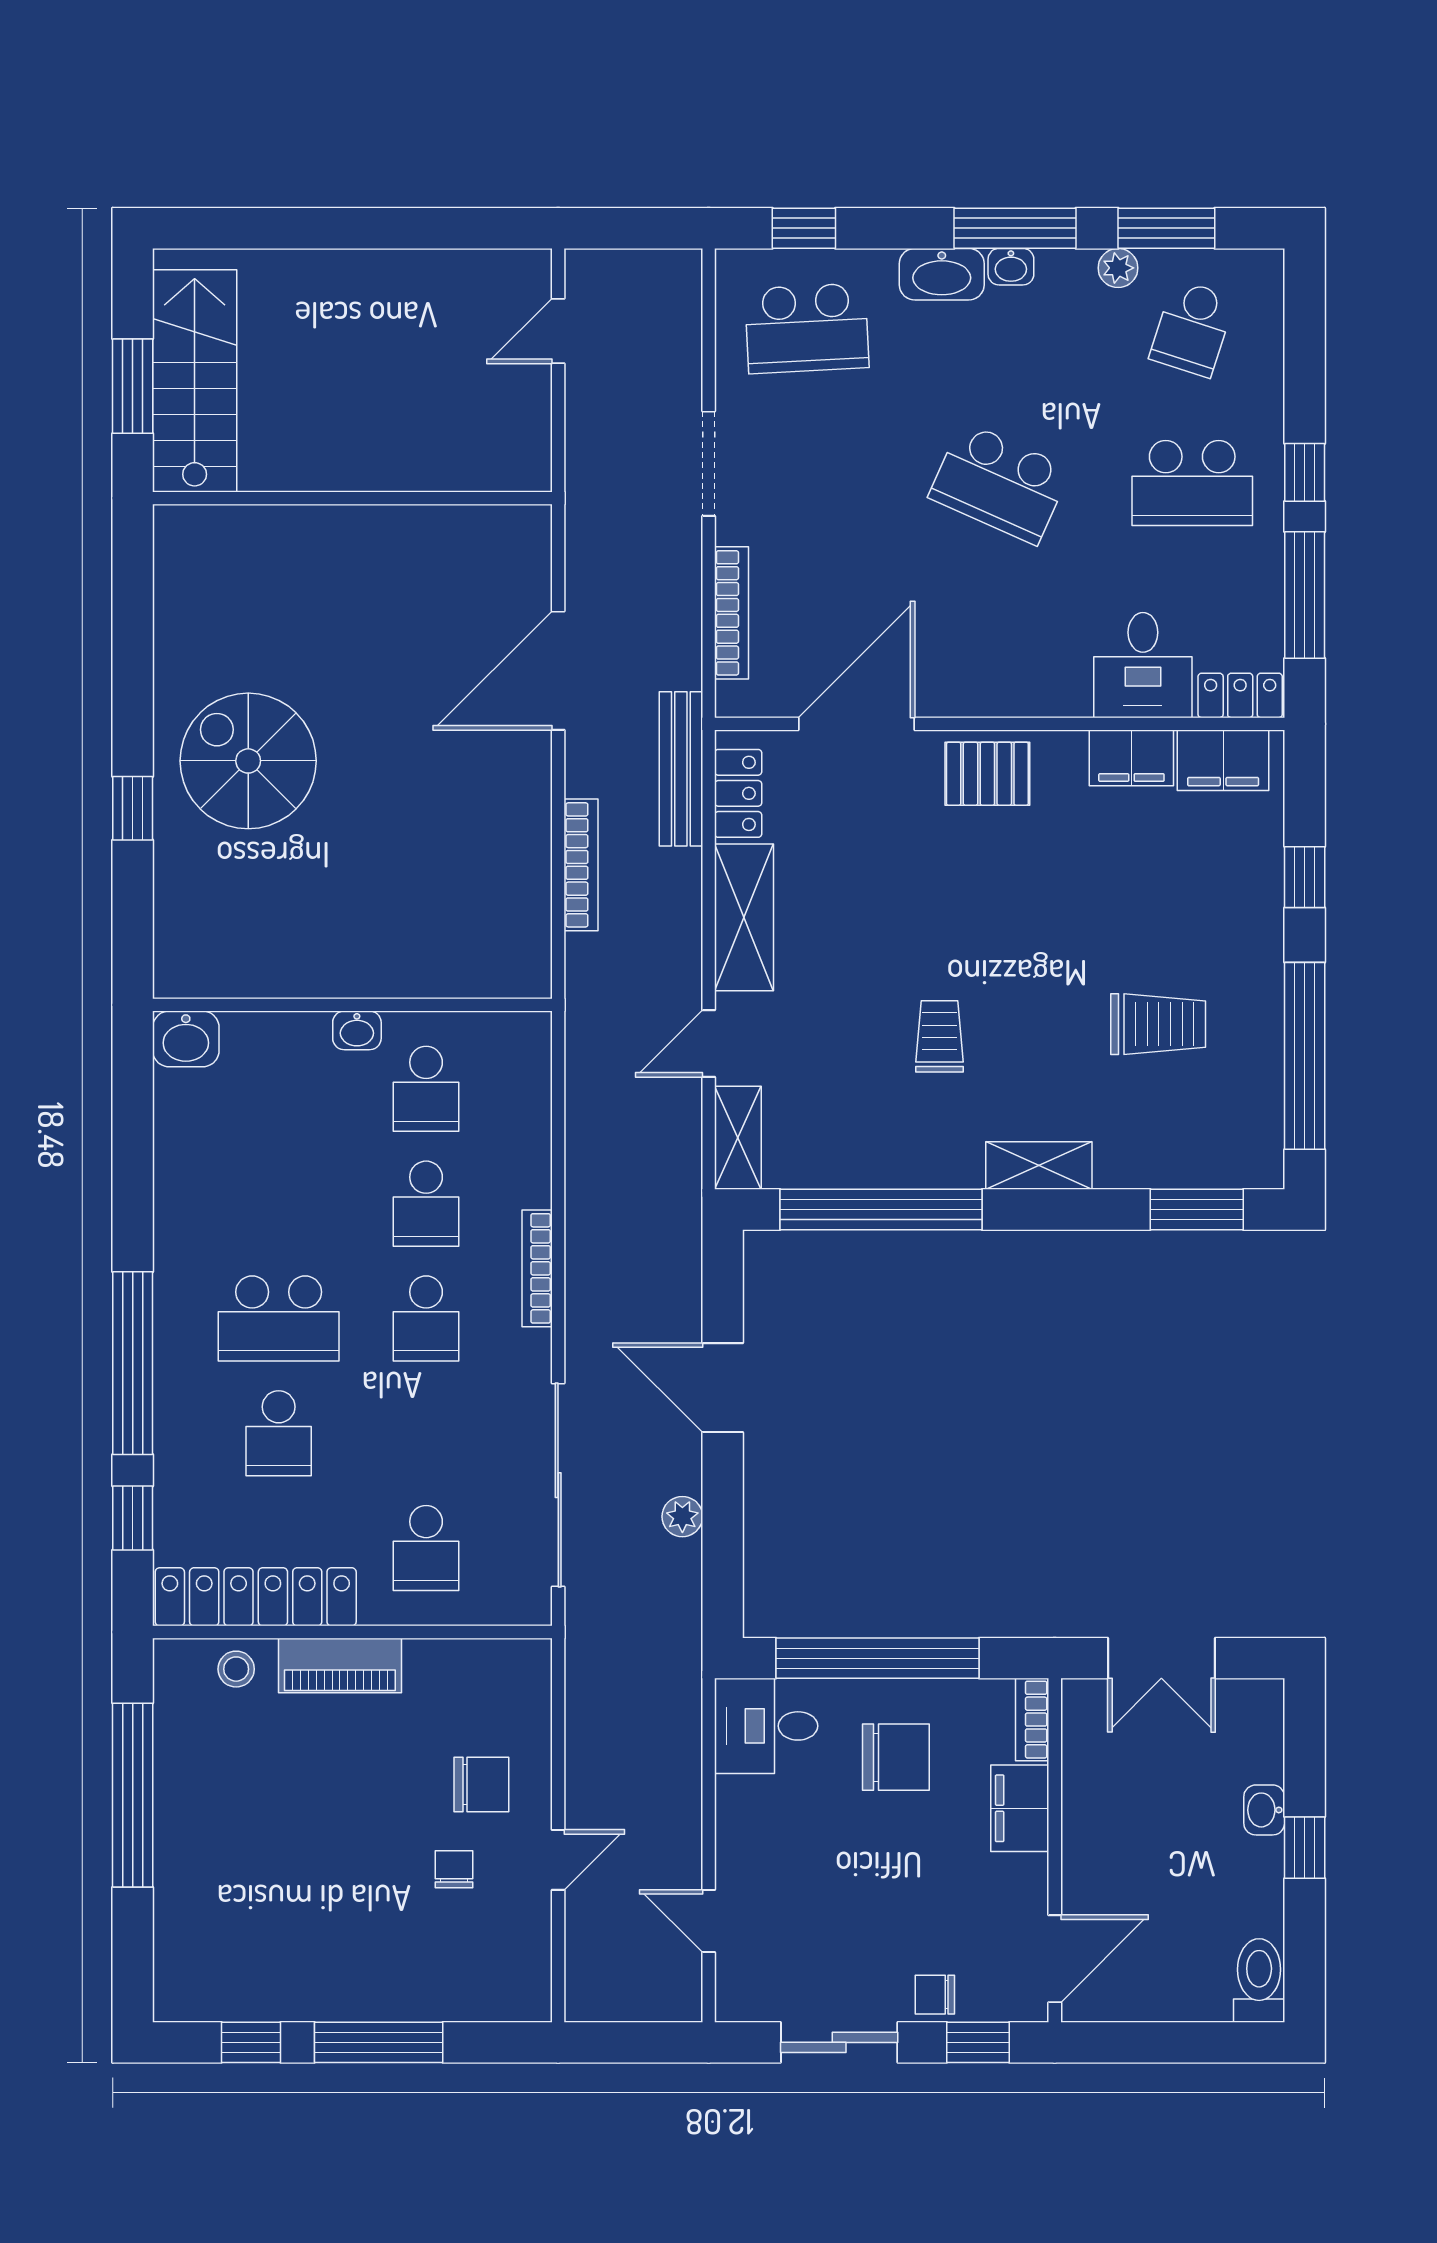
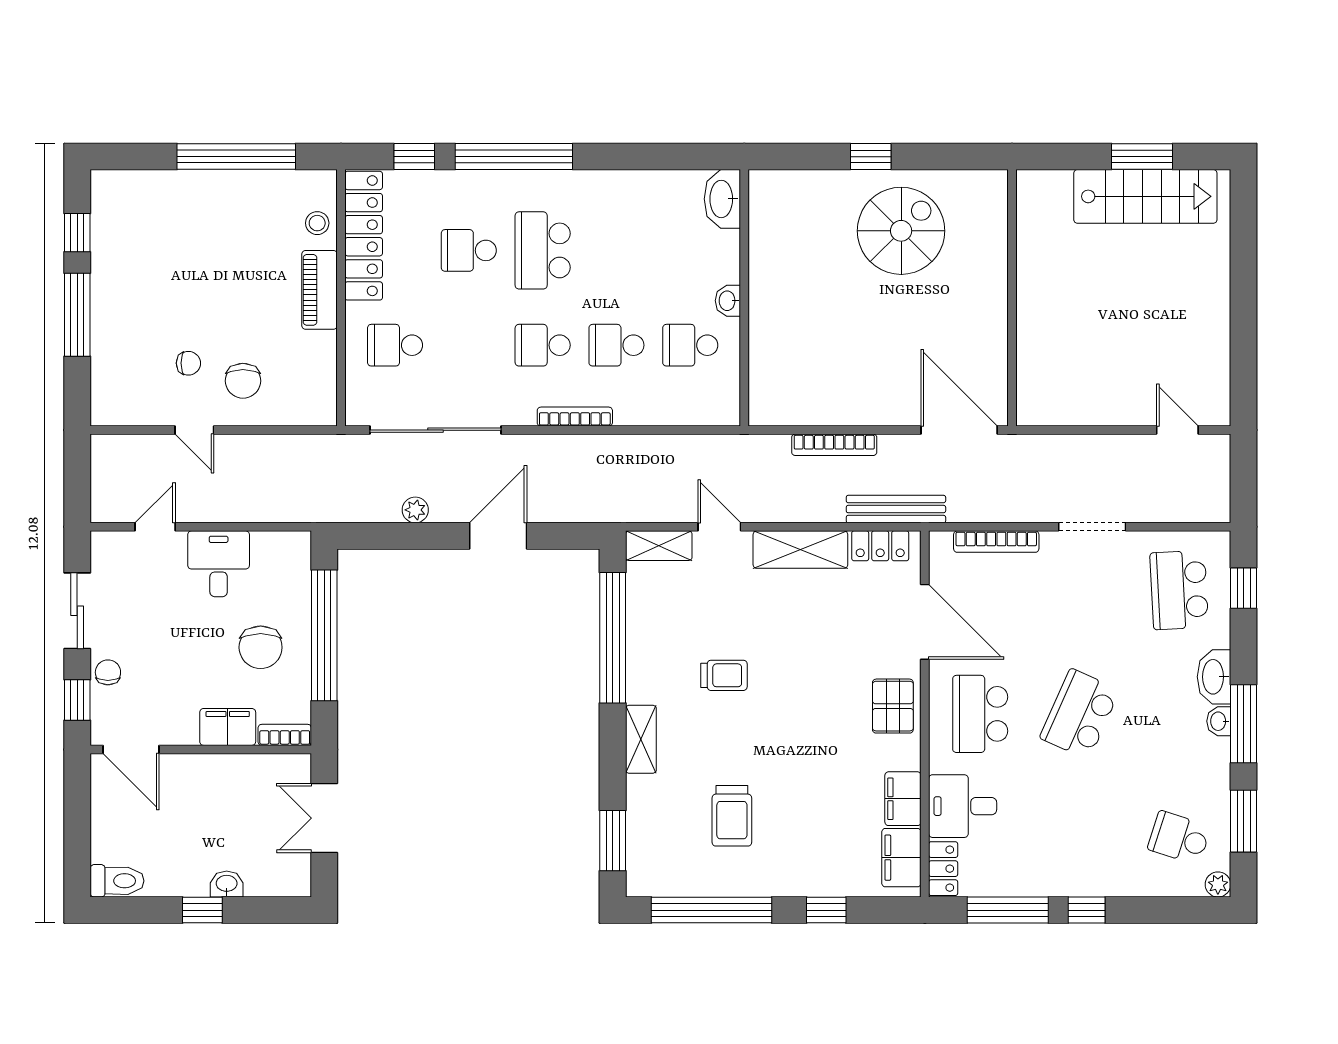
plant: (1118, 268) -> (1218, 884), moved
school desk: (1192, 483) -> (980, 714), moved
wall: (352, 498) -> (1012, 298), moved
washbasin: (186, 1039) -> (722, 199), width x1.38
desk: (766, 1726) -> (219, 564), moved

